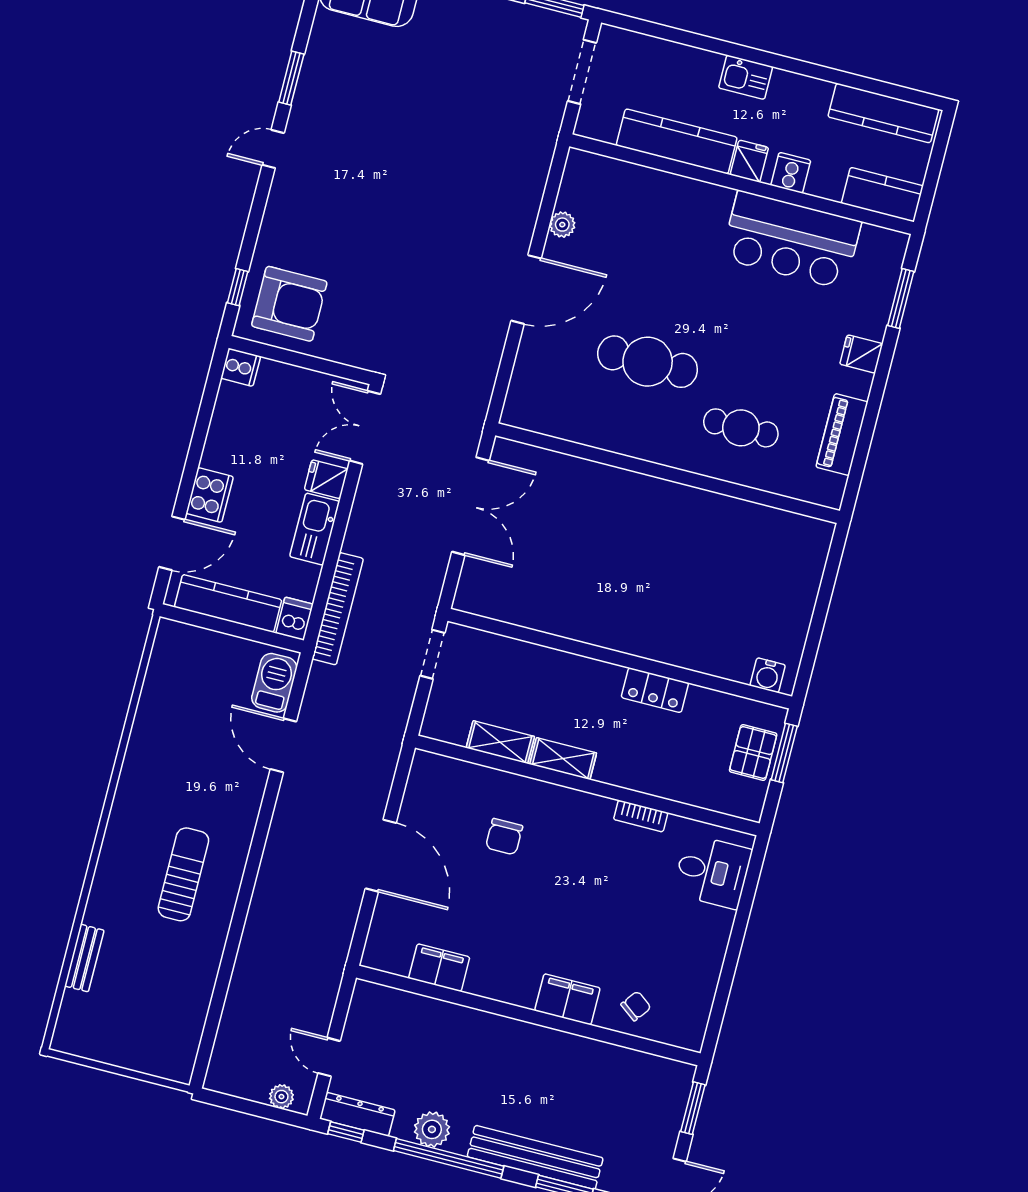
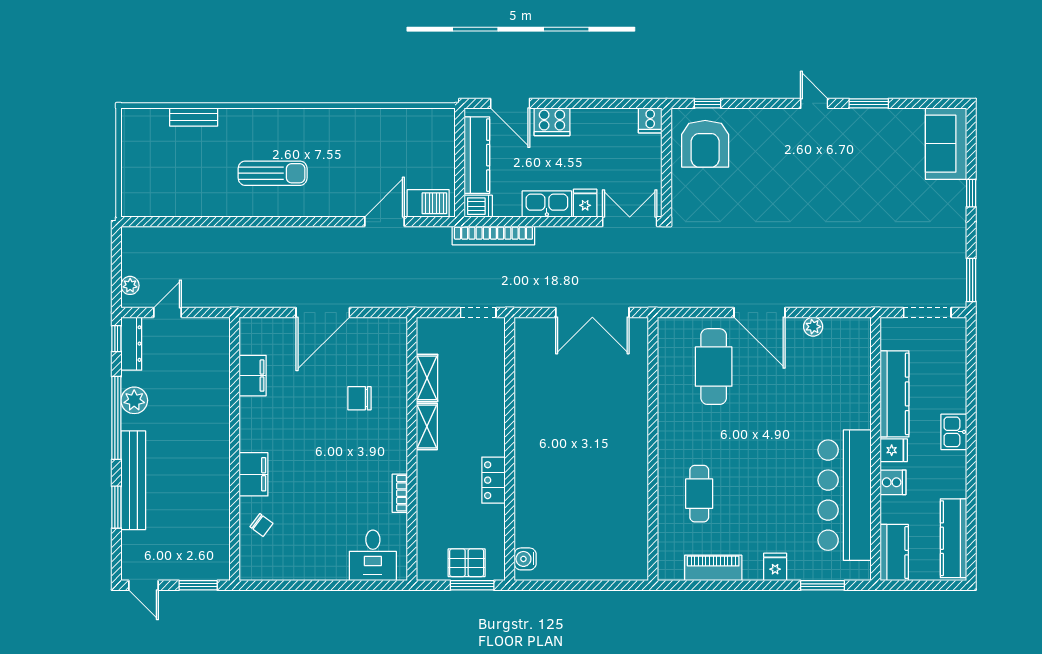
bar counter: (791, 240) -> (845, 495), width x1.36
cafe table: (648, 362) -> (714, 367), moved

